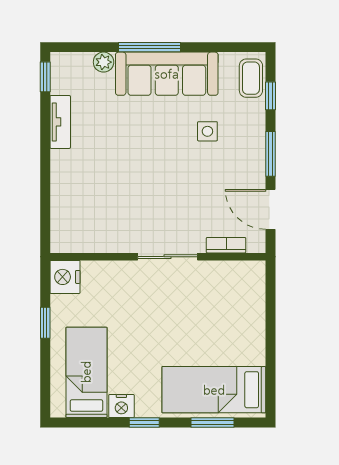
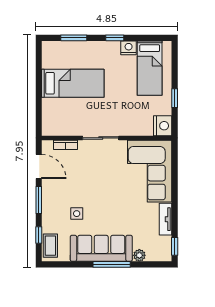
corner sofa: (87, 202) -> (150, 171), added
bed: (214, 390) -> (73, 83), moved

